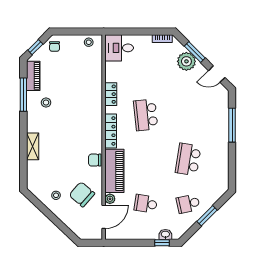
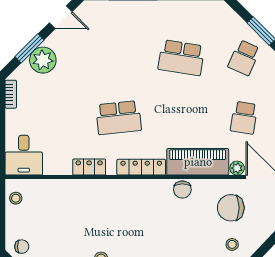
door: (217, 74) -> (61, 17), hinge flipped
chair: (82, 194) -> (231, 208), turned 49
school desk: (188, 204) -> (244, 58), turned 36

